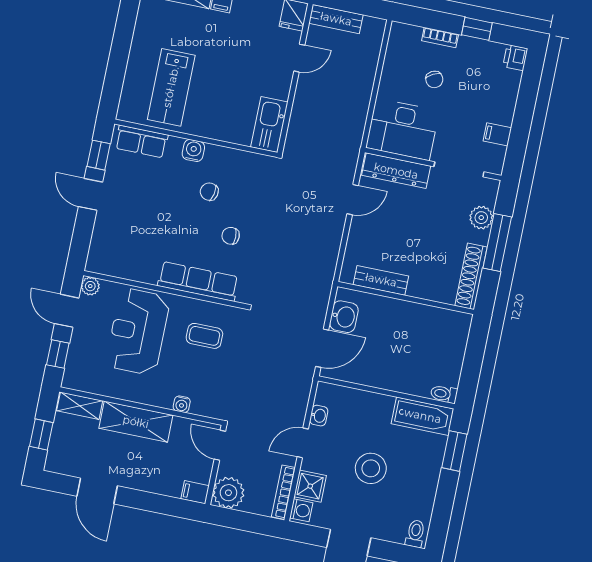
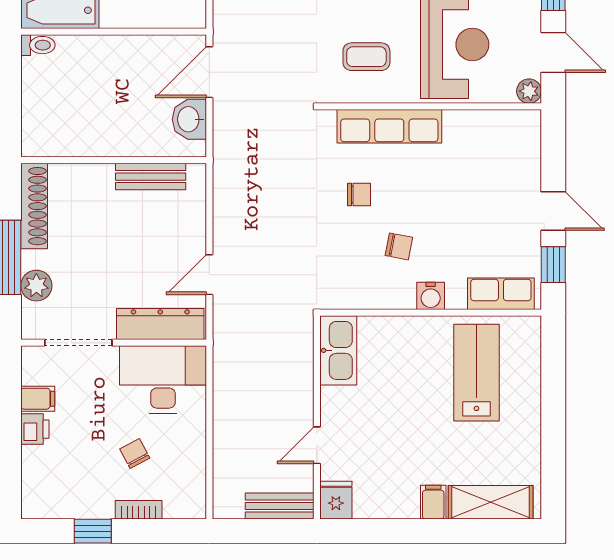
printer: (515, 58) -> (35, 429), moved

